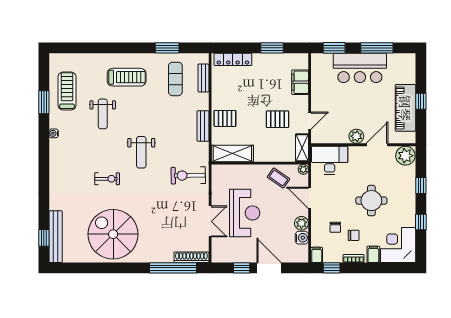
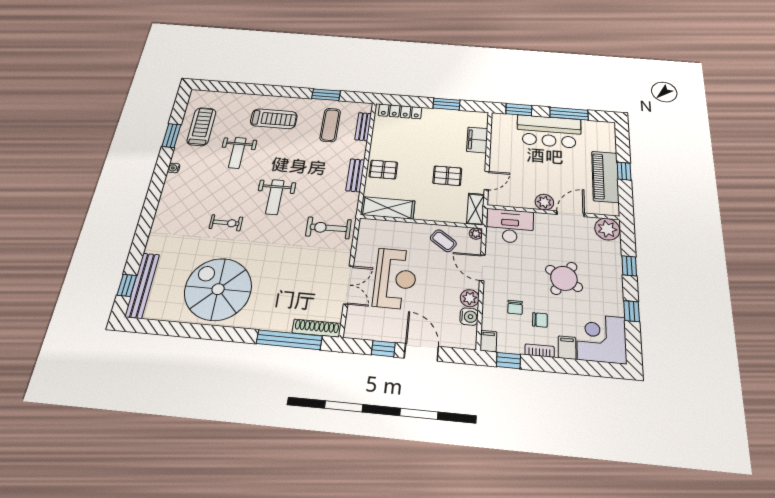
round table: (371, 201) -> (564, 278), turned 31

